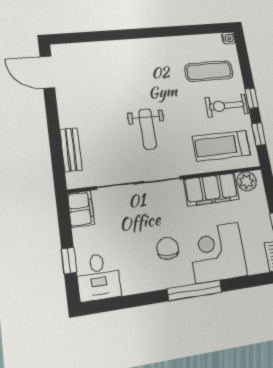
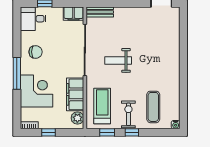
bench: (71, 150) -> (100, 12), moved
chair: (168, 248) -> (36, 52), moved

